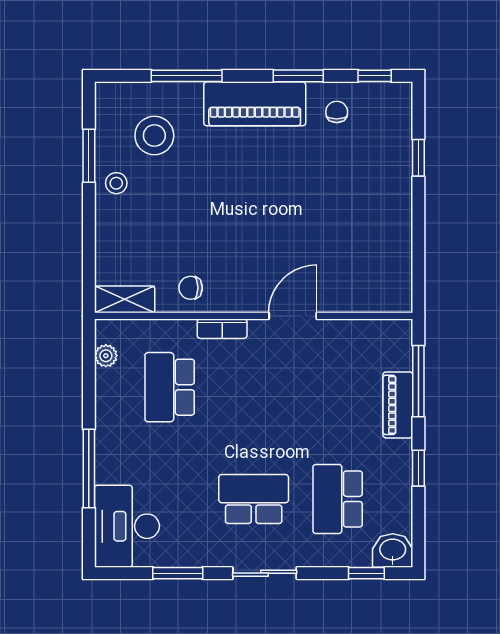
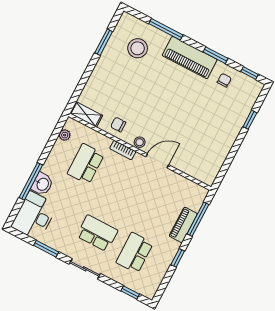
stool: (116, 183) -> (140, 142), moved
washbasin: (393, 551) -> (42, 184), moved, turned 90

